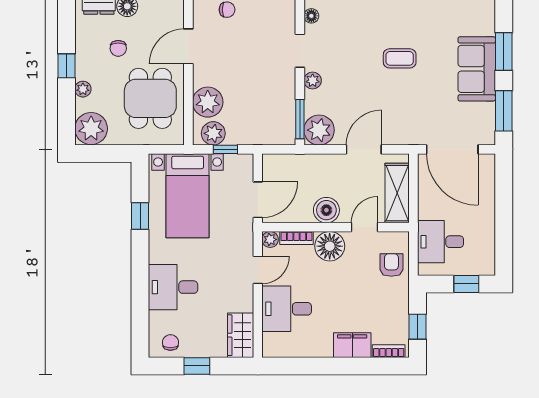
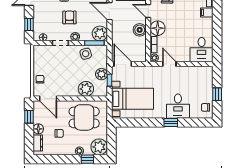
door: (188, 46) -> (48, 98), moved
window: (66, 66) -> (87, 159), moved
armchair: (351, 69) -> (69, 17), added
side table: (278, 102) -> (86, 54), added
plant: (213, 133) -> (101, 74), moved
door: (258, 200) -> (123, 64), moved
window: (140, 216) -> (171, 123), moved
desk: (287, 309) -> (202, 50), moved
wardrobe: (241, 335) -> (202, 73), removed
filing cabinet: (352, 345) -> (207, 12), width x0.50

